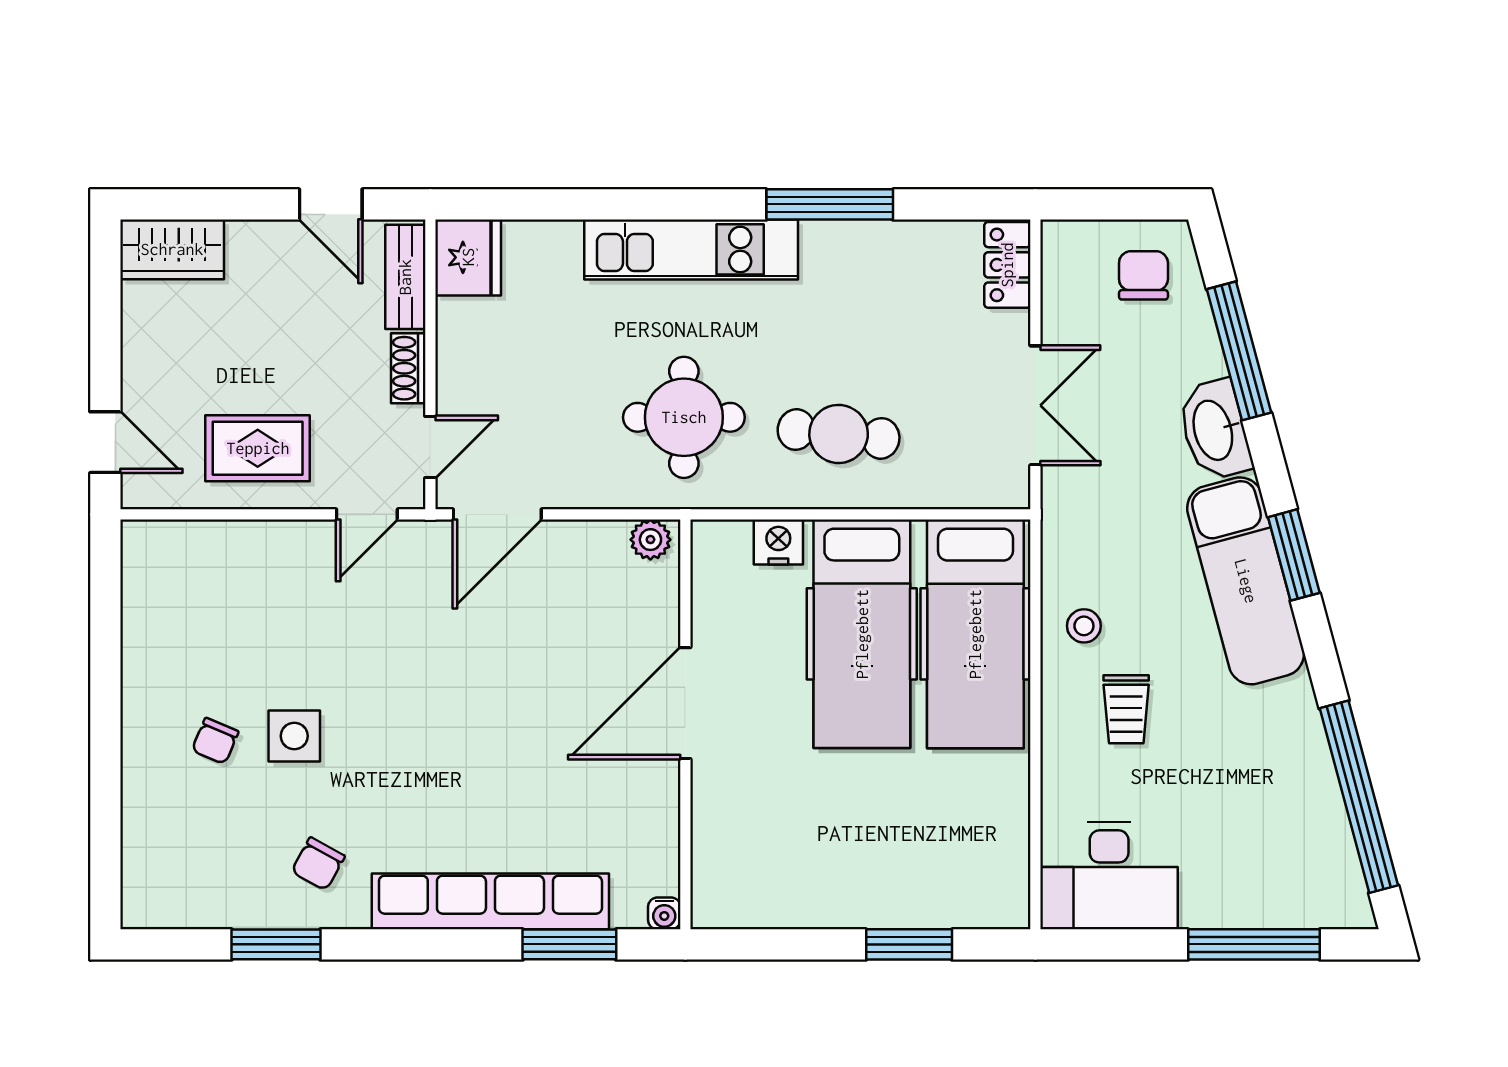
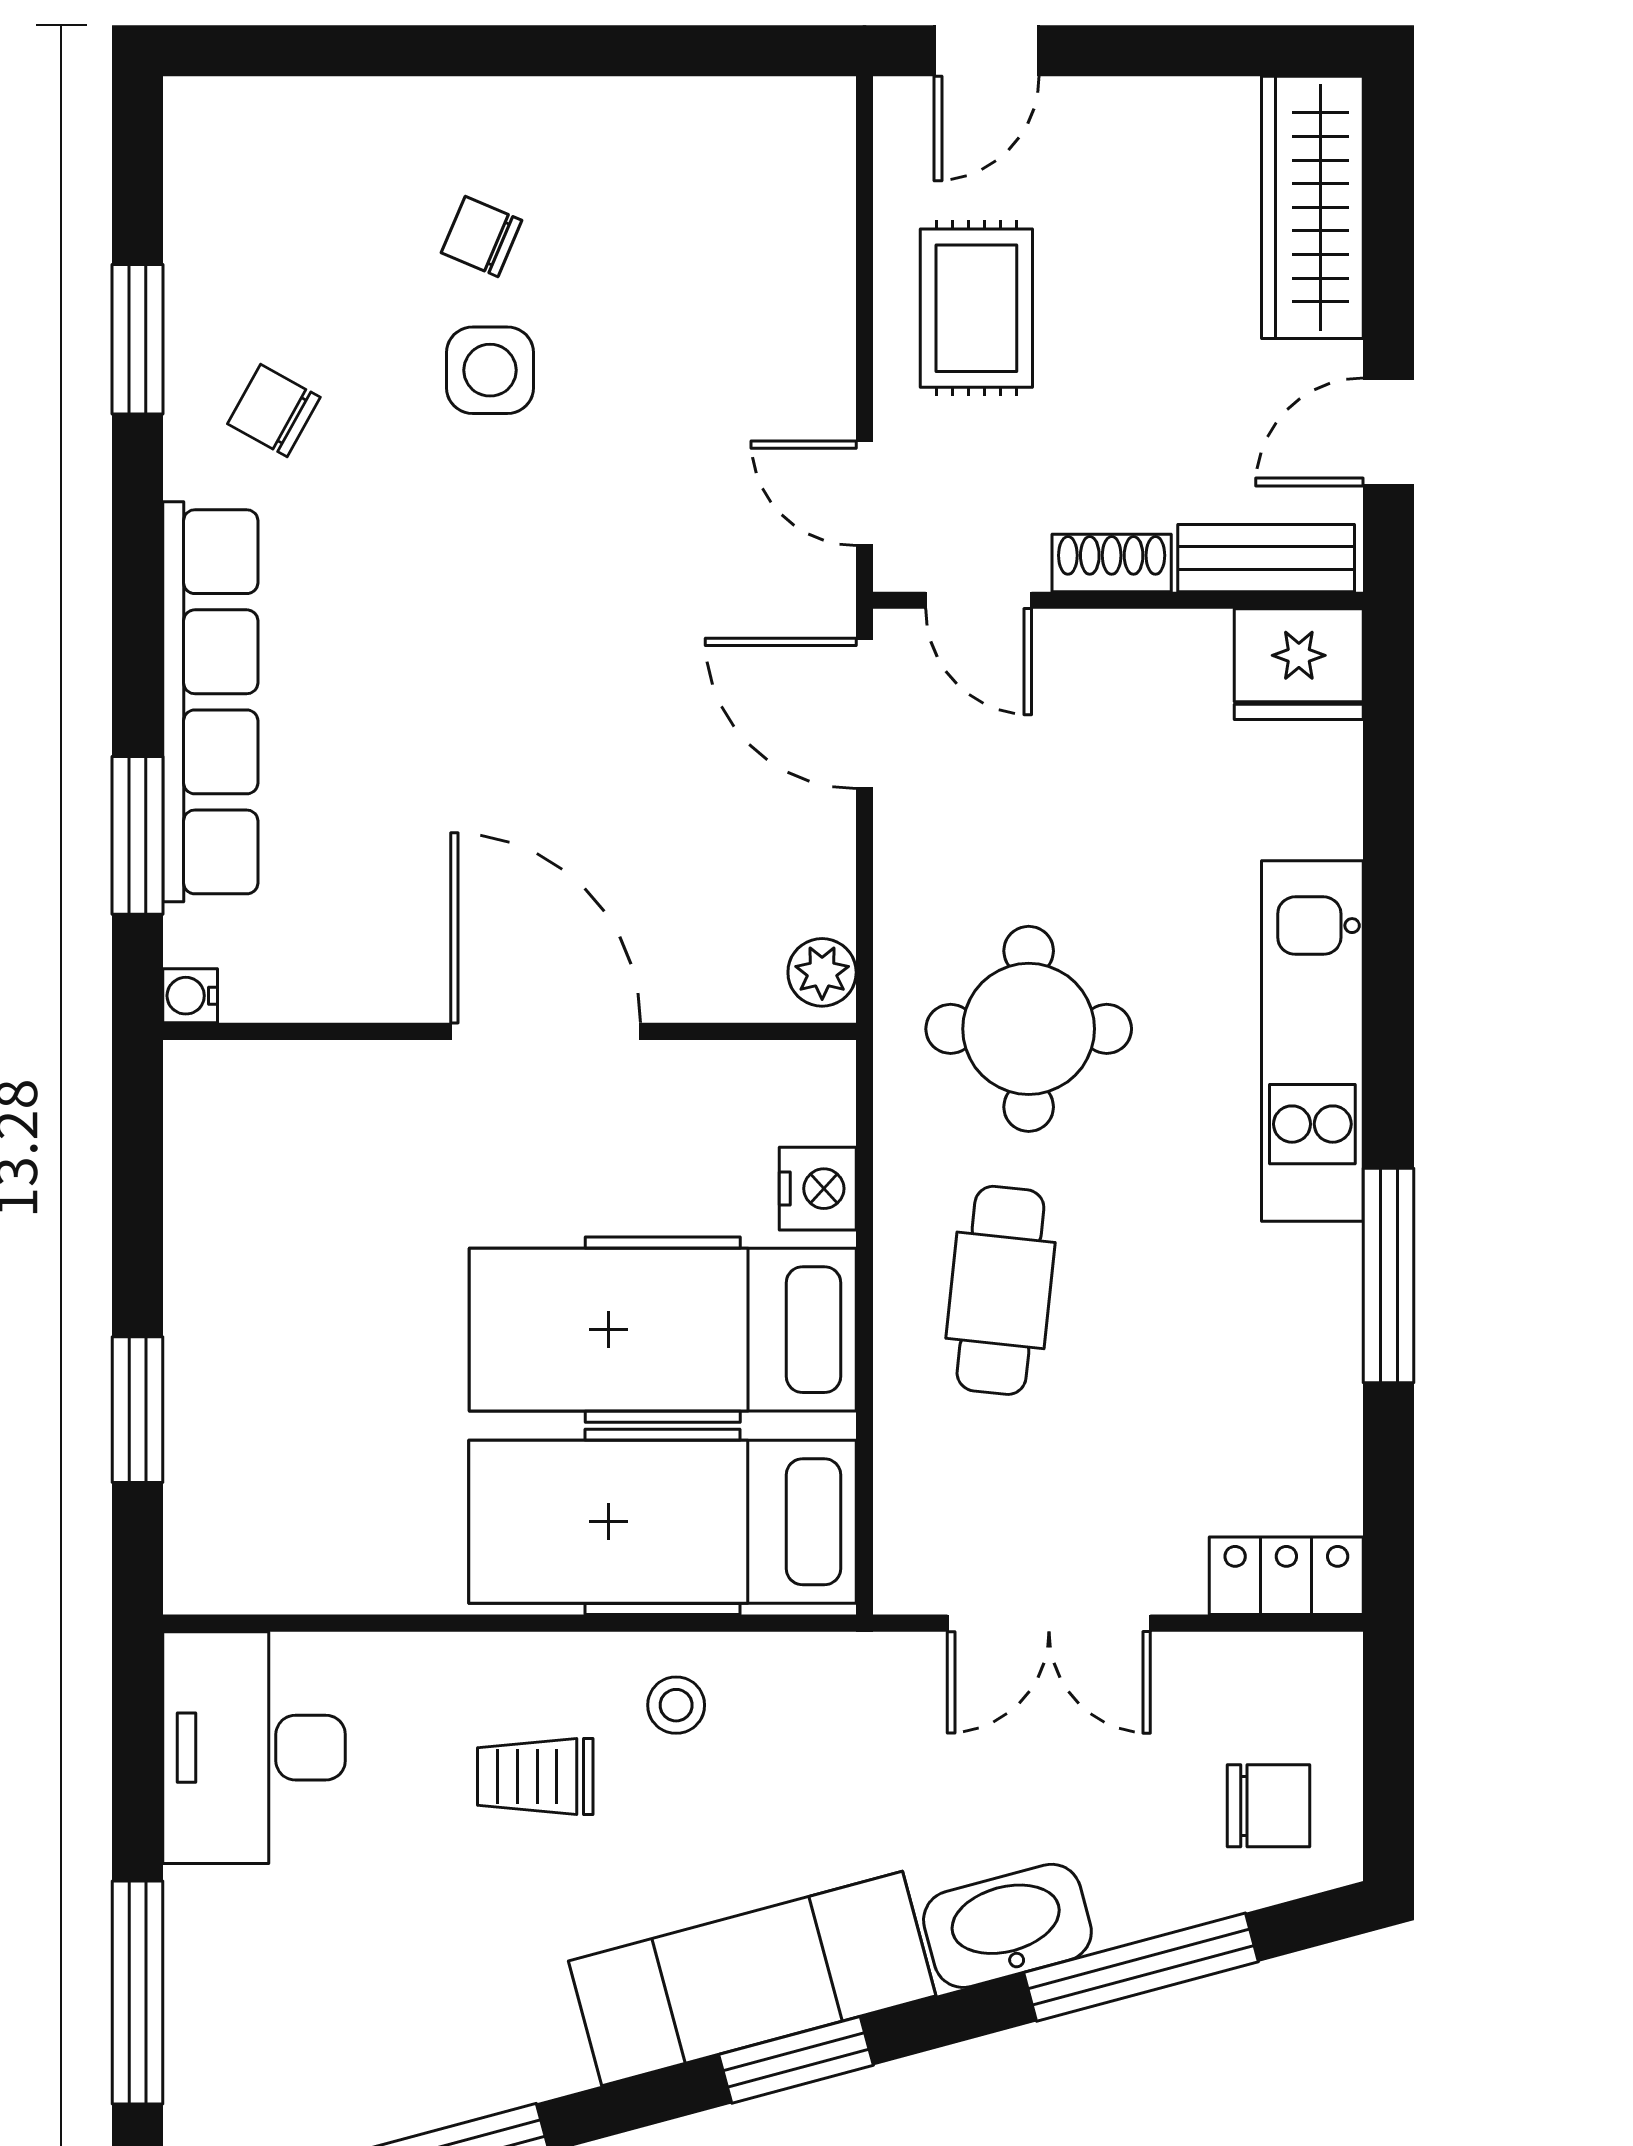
wardrobe: (172, 249) -> (1312, 207), width x1.50

